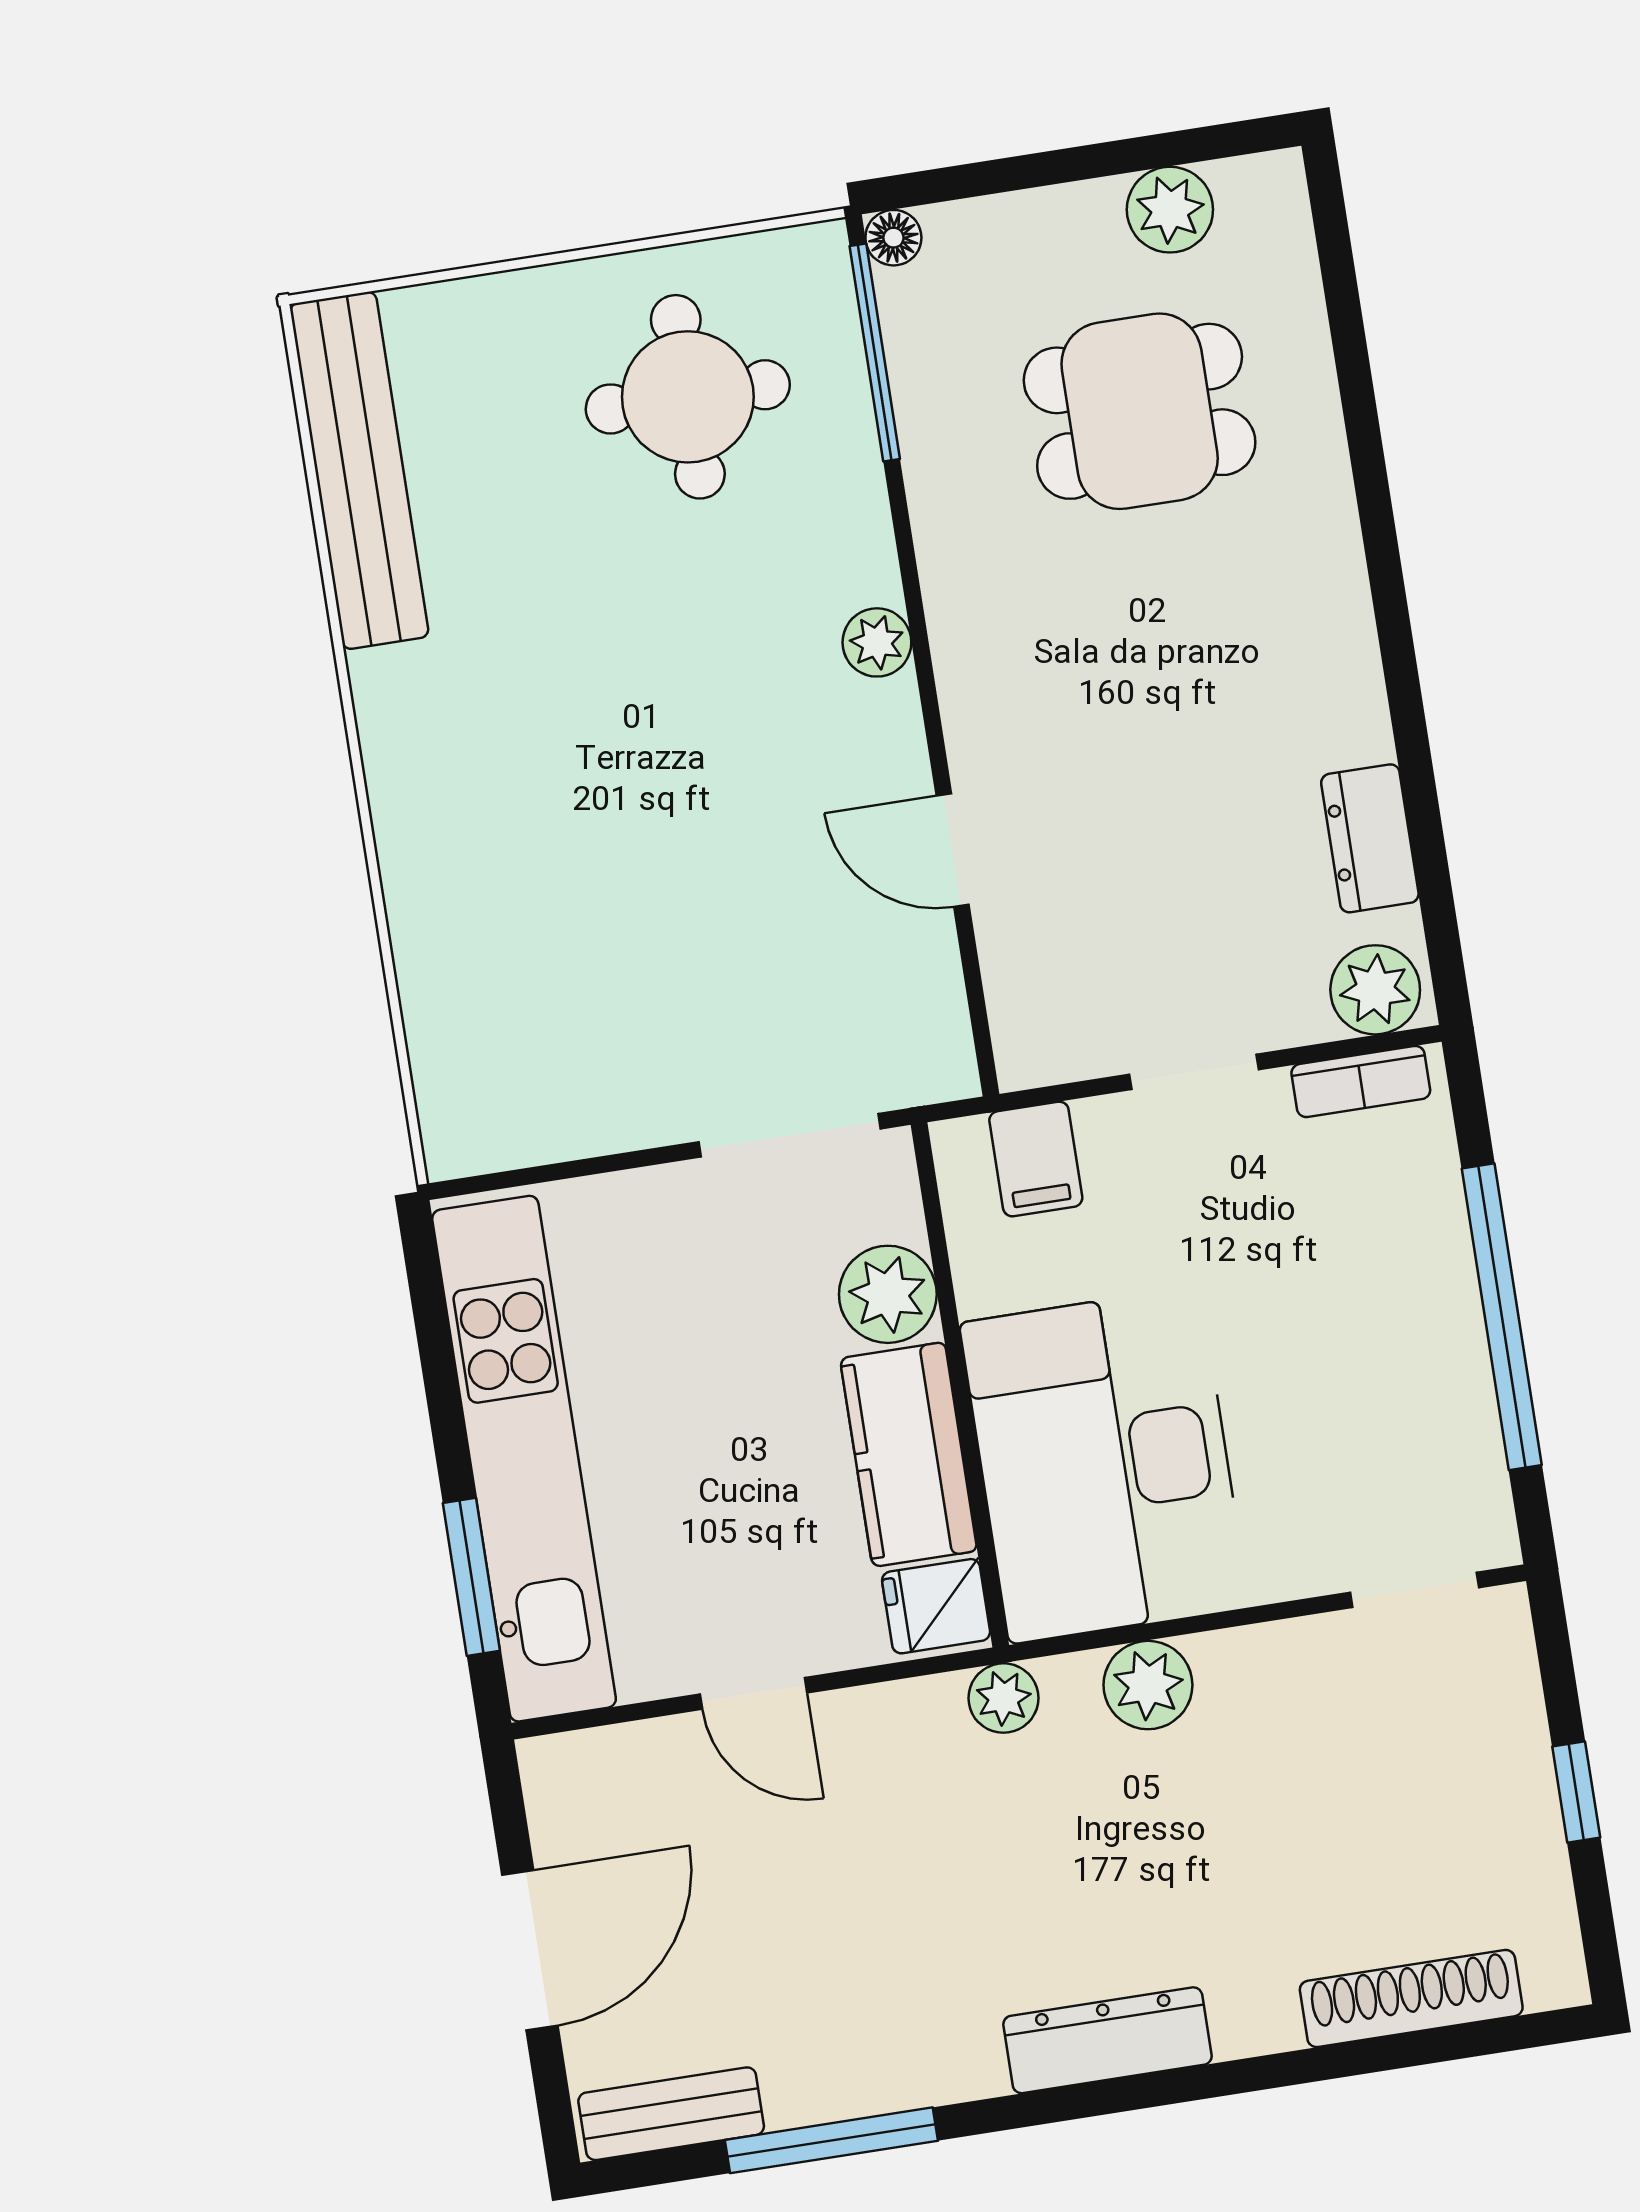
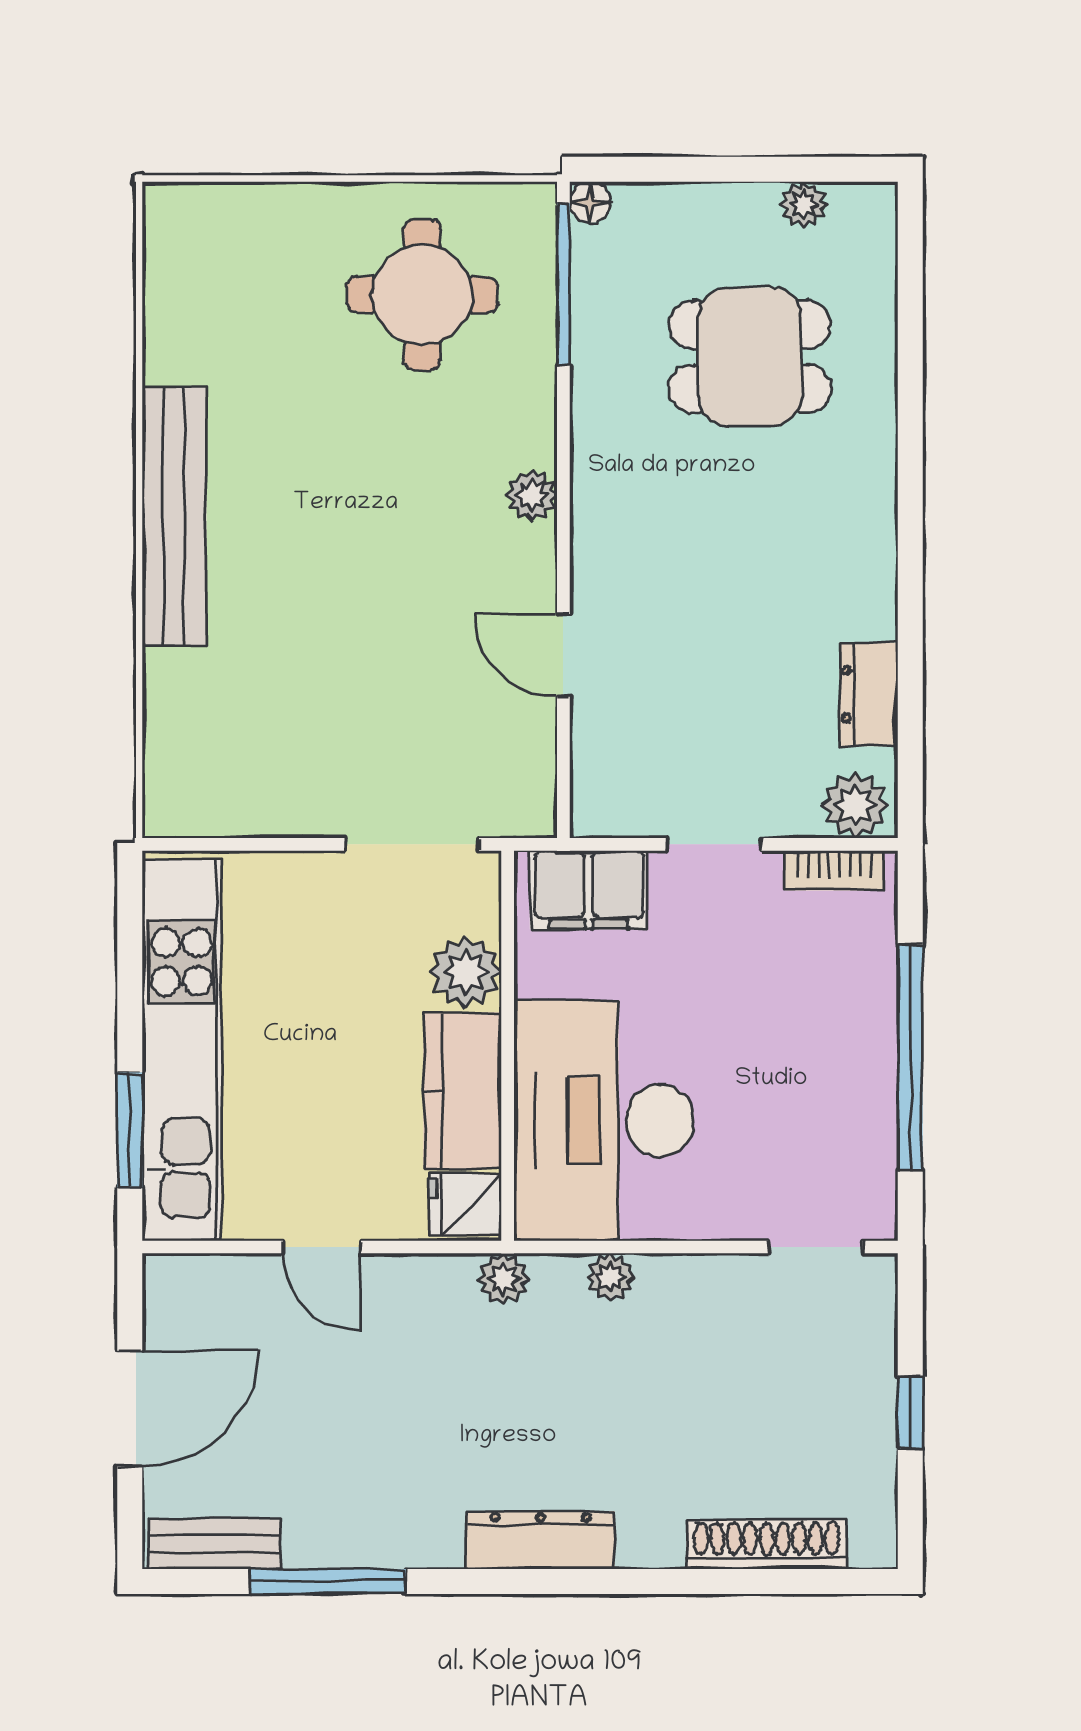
plant: (1170, 210) -> (803, 205), width x0.73, depth x0.73
bench: (359, 470) -> (174, 516), moved
filing cabinet: (1036, 1159) -> (589, 890), width x2.00
plant: (1148, 1685) -> (610, 1277), width x0.73, depth x0.73

